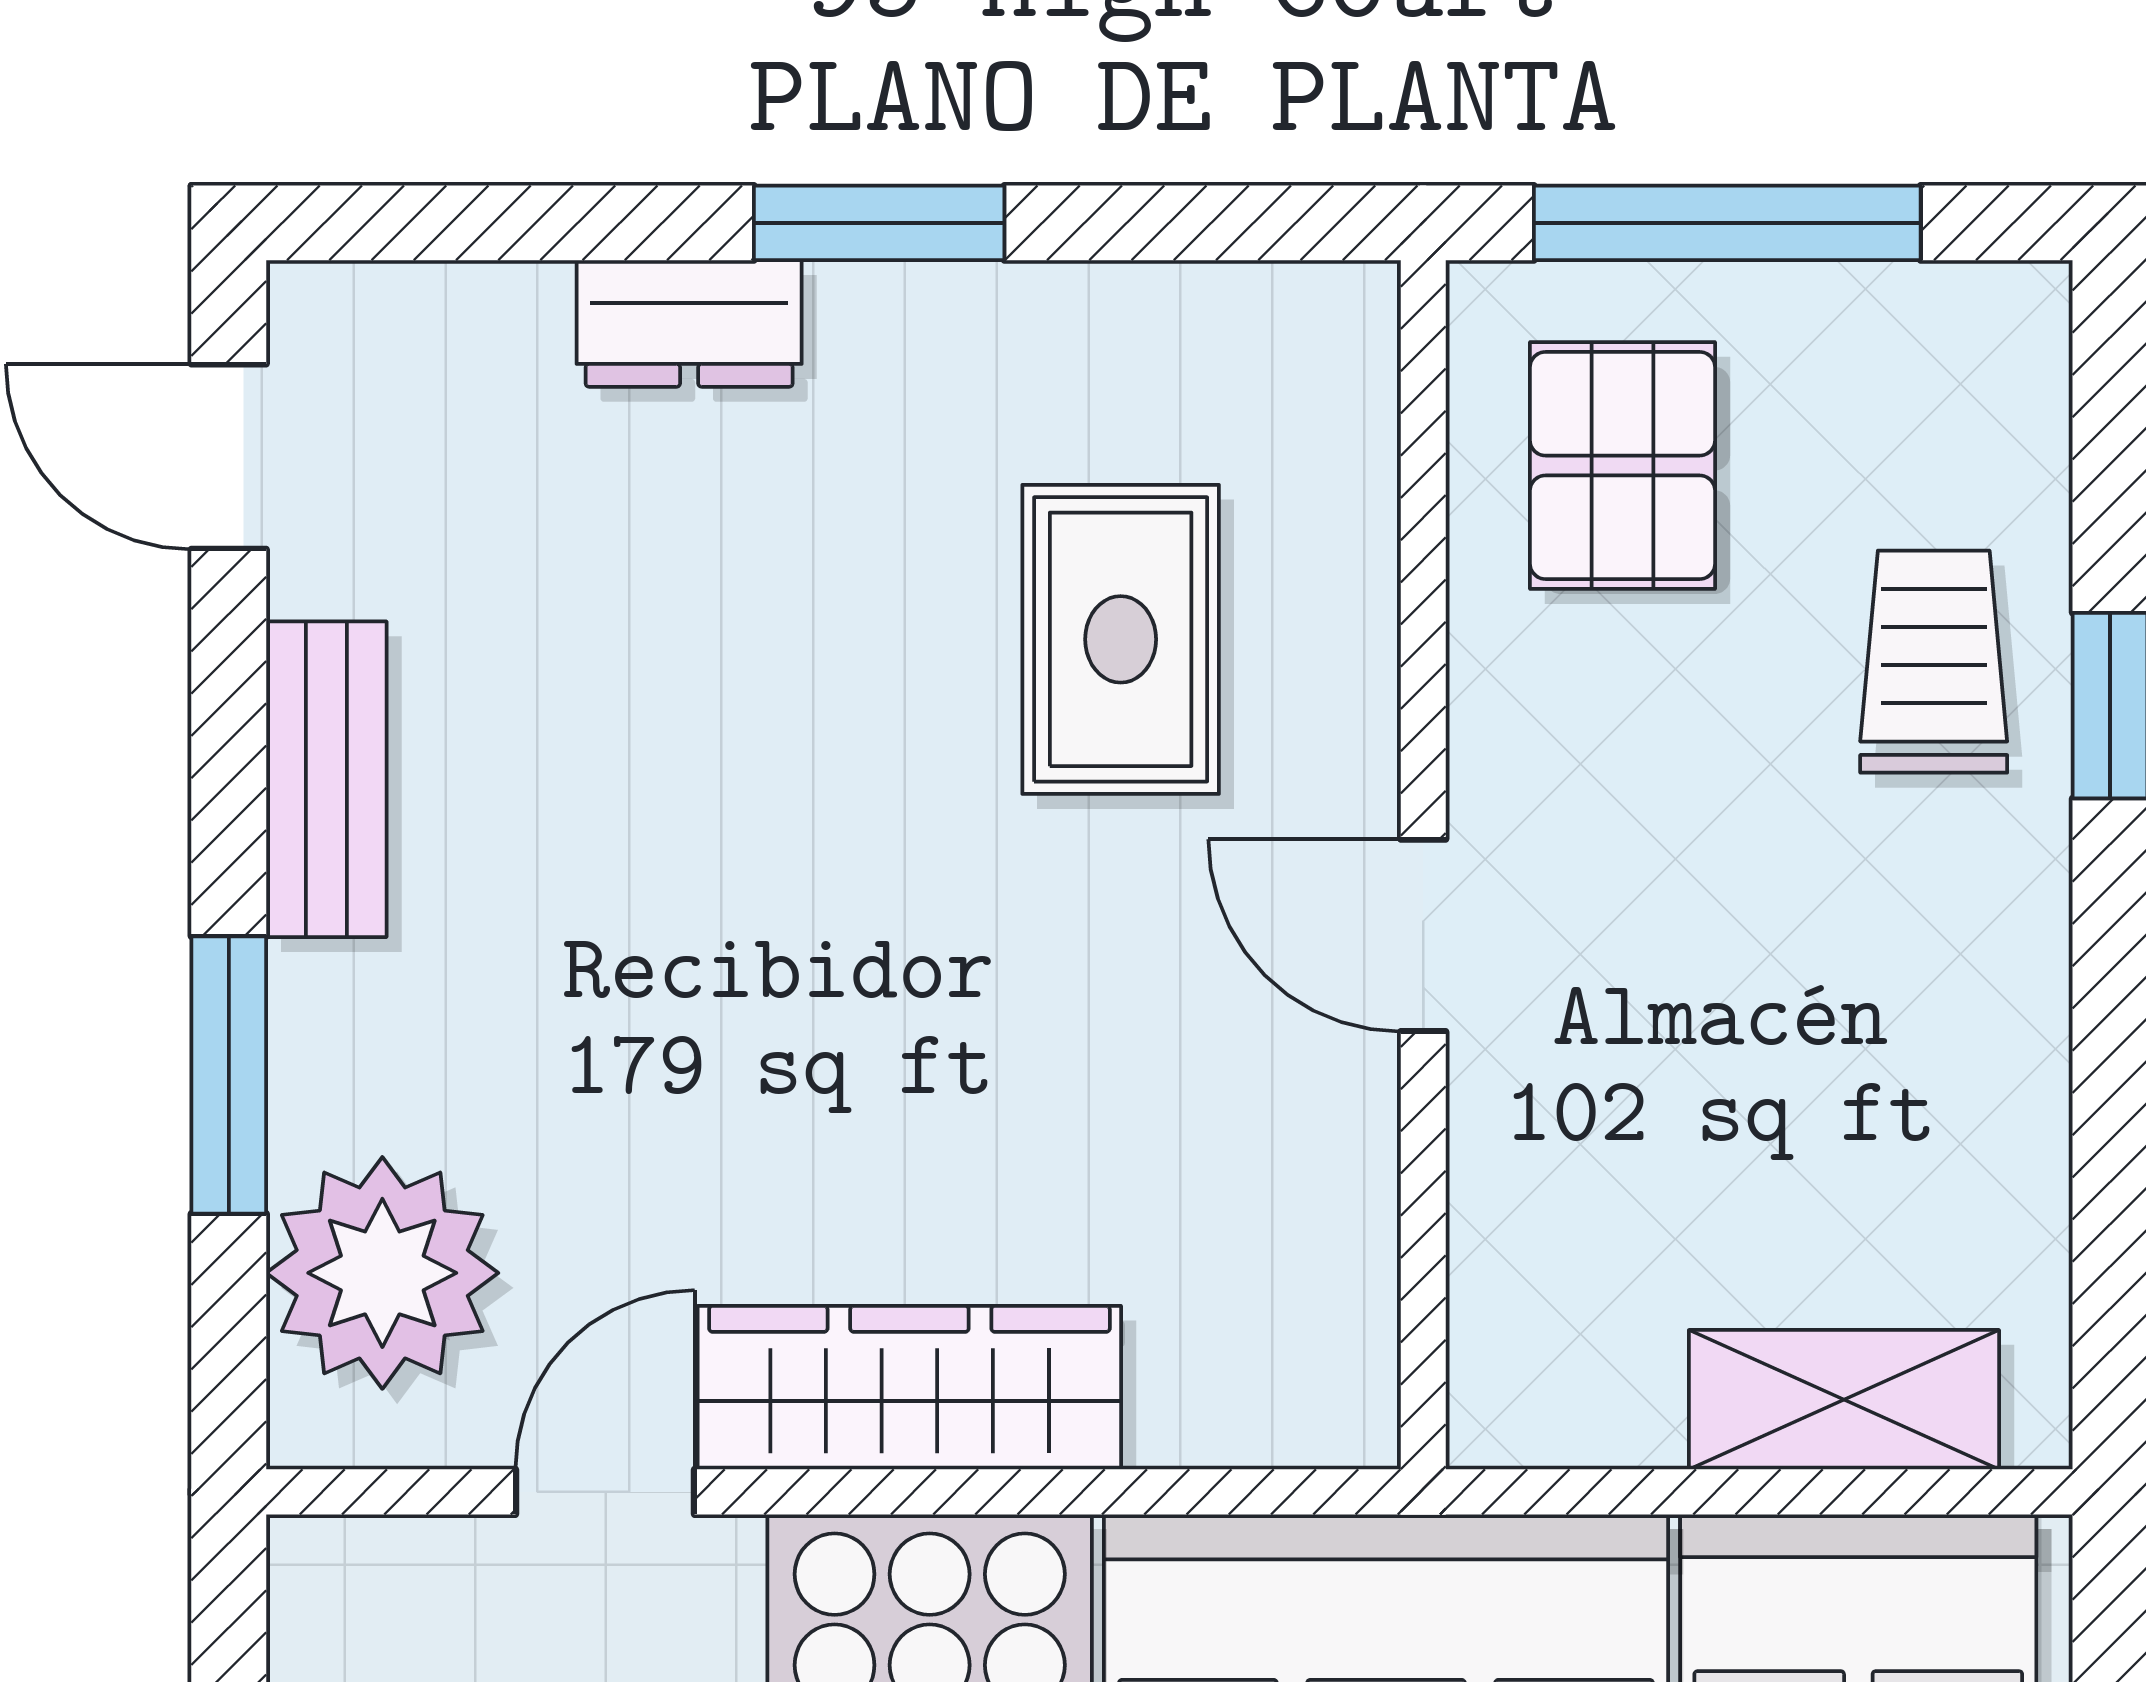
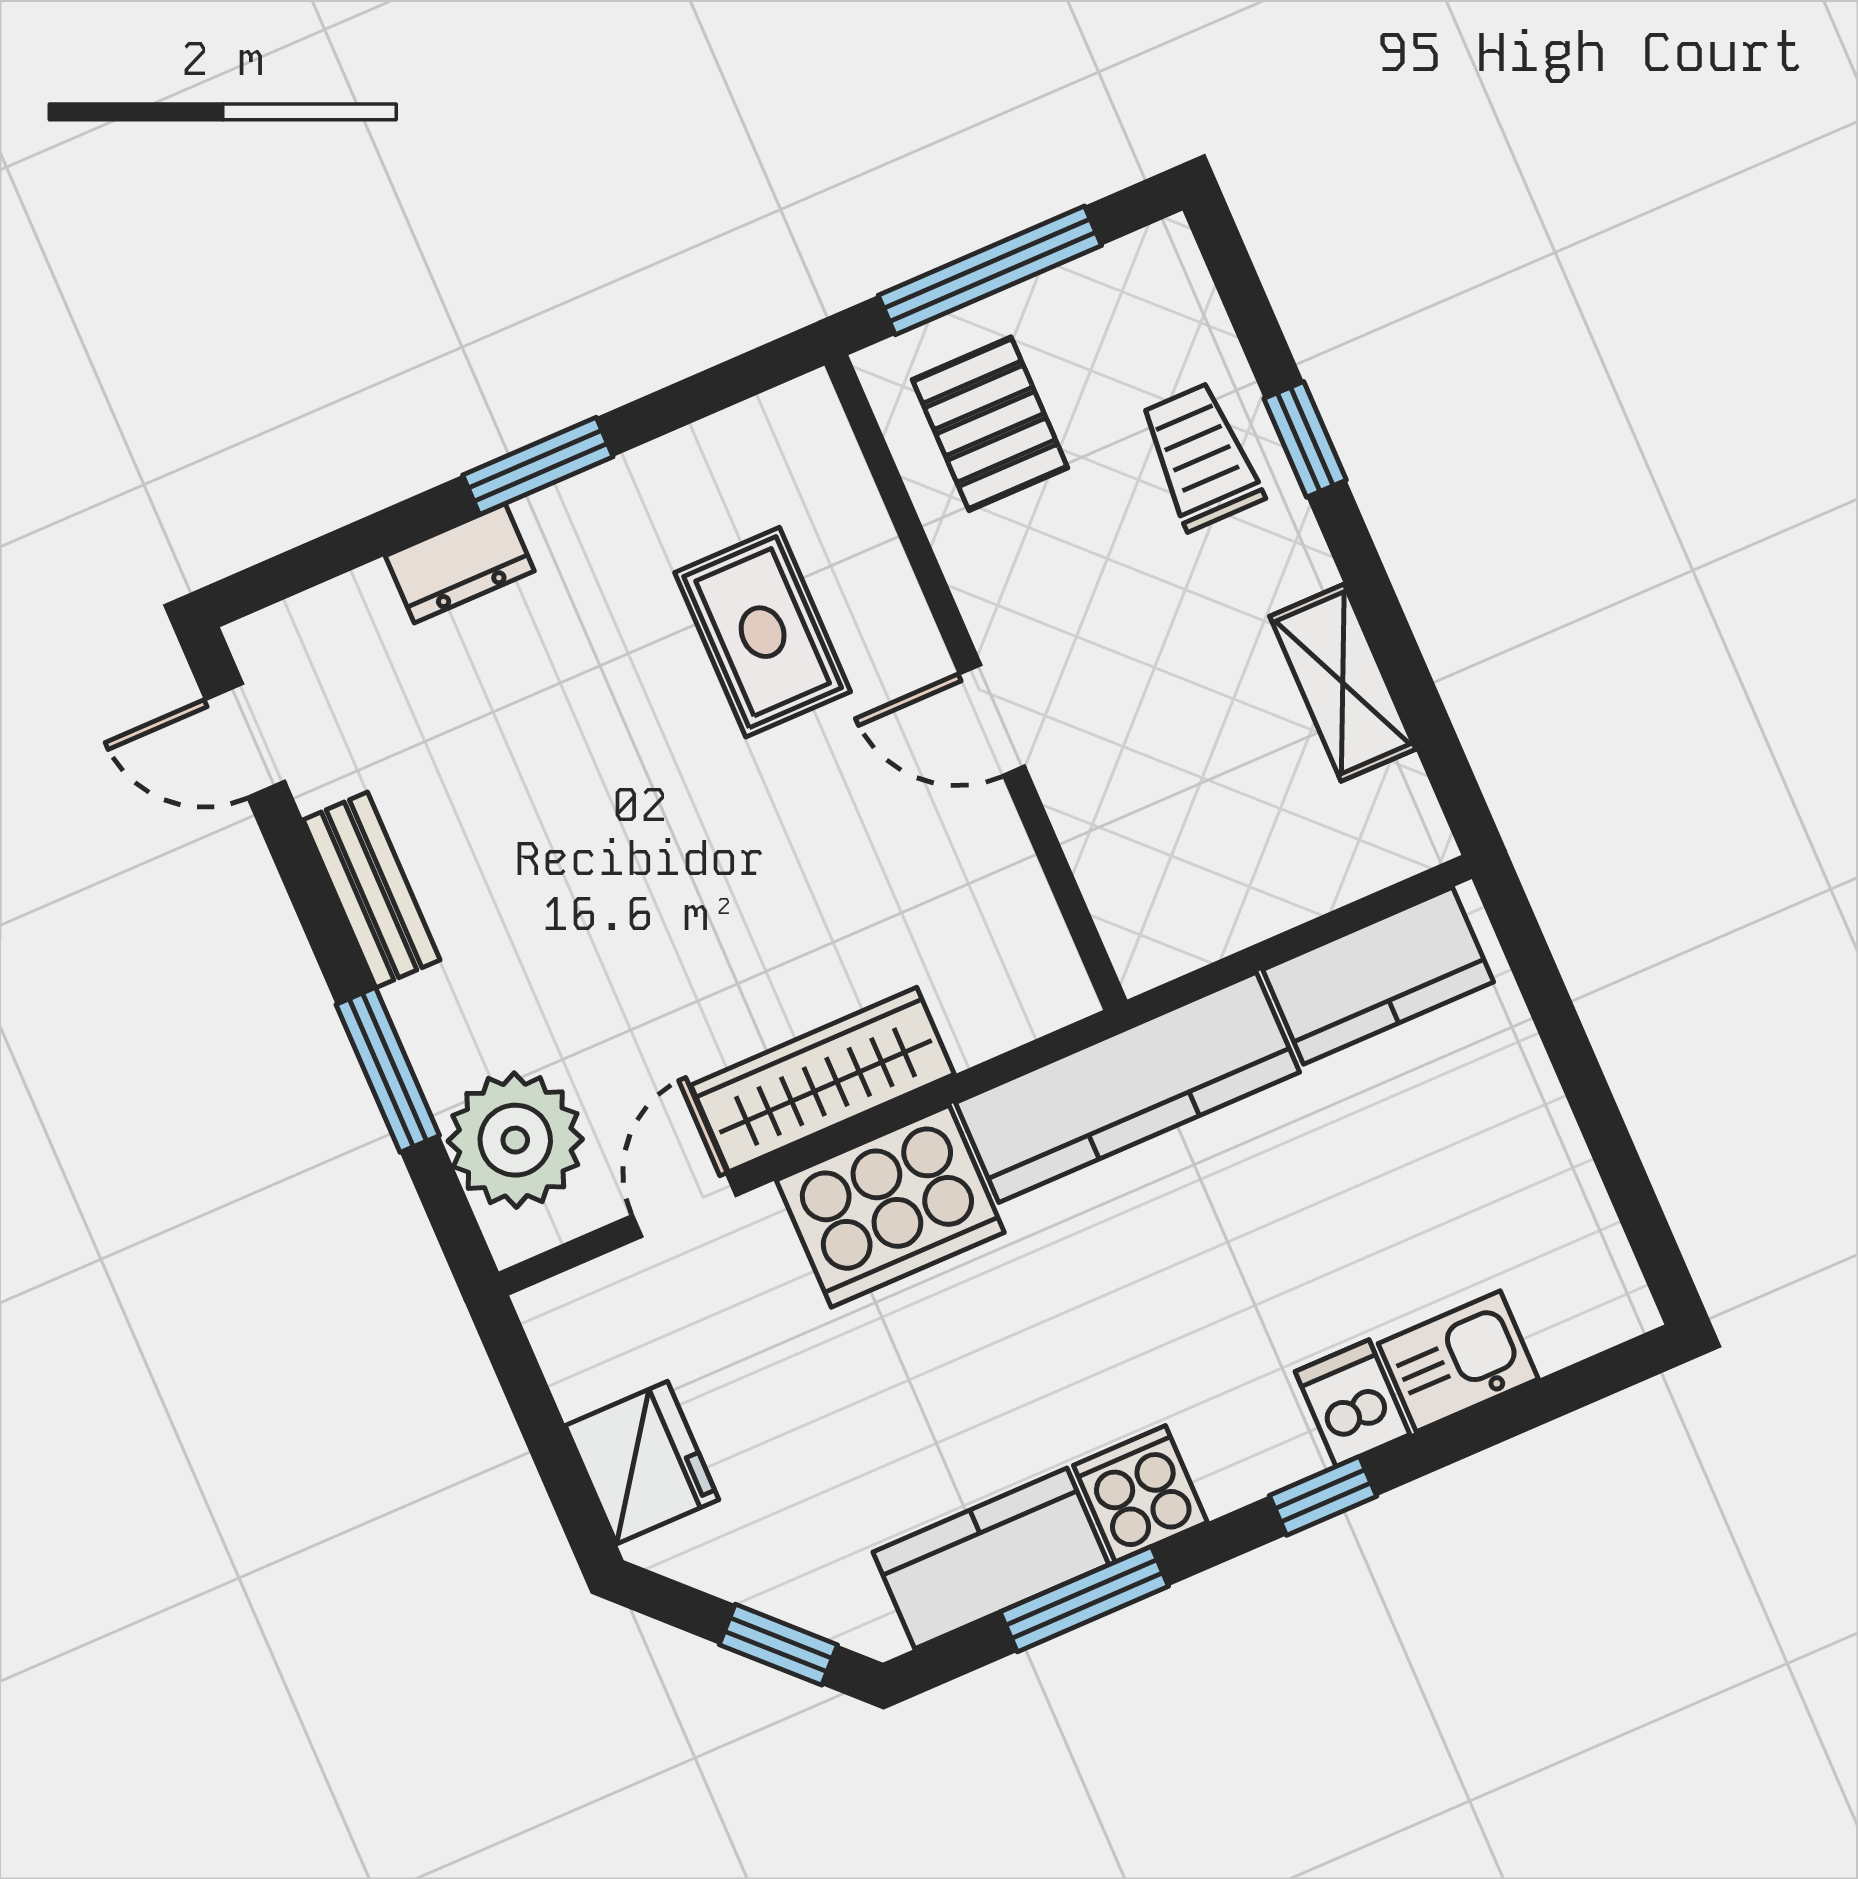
shelving: (1844, 1400) -> (1343, 683), moved, turned 90

